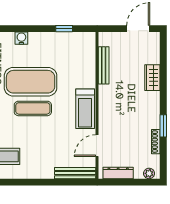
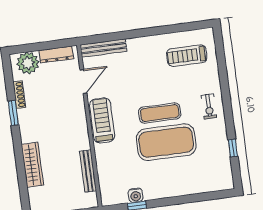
water cooler: (21, 38) -> (136, 195), moved
wardrobe: (152, 78) -> (32, 165), width x1.50
plant: (149, 173) -> (28, 63), width x1.88, depth x1.88

